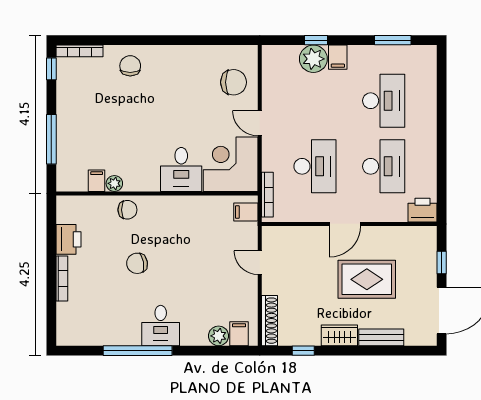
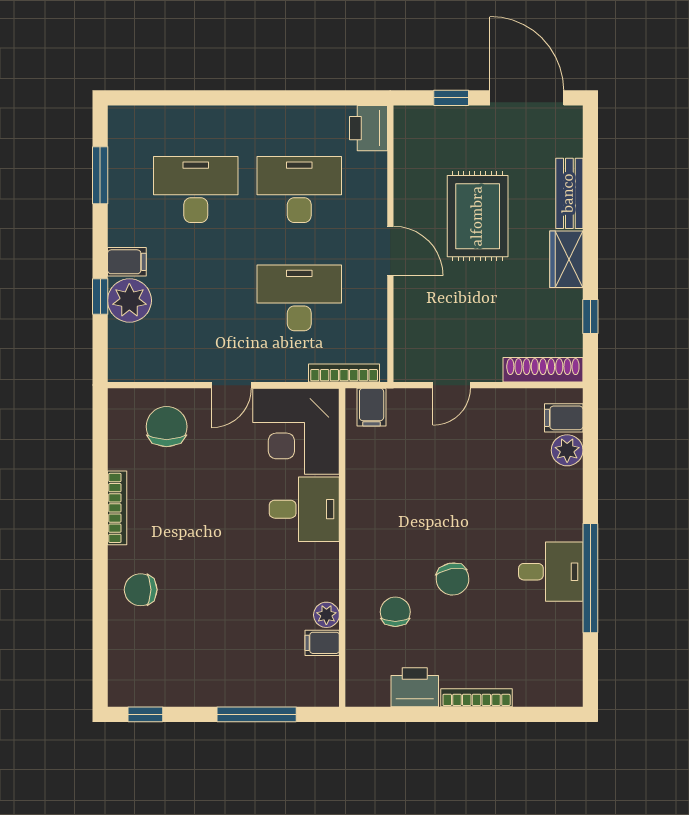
bookcase: (80, 51) -> (117, 508), moved
chair: (127, 210) -> (395, 612), moved
desk: (161, 326) -> (551, 572), moved

